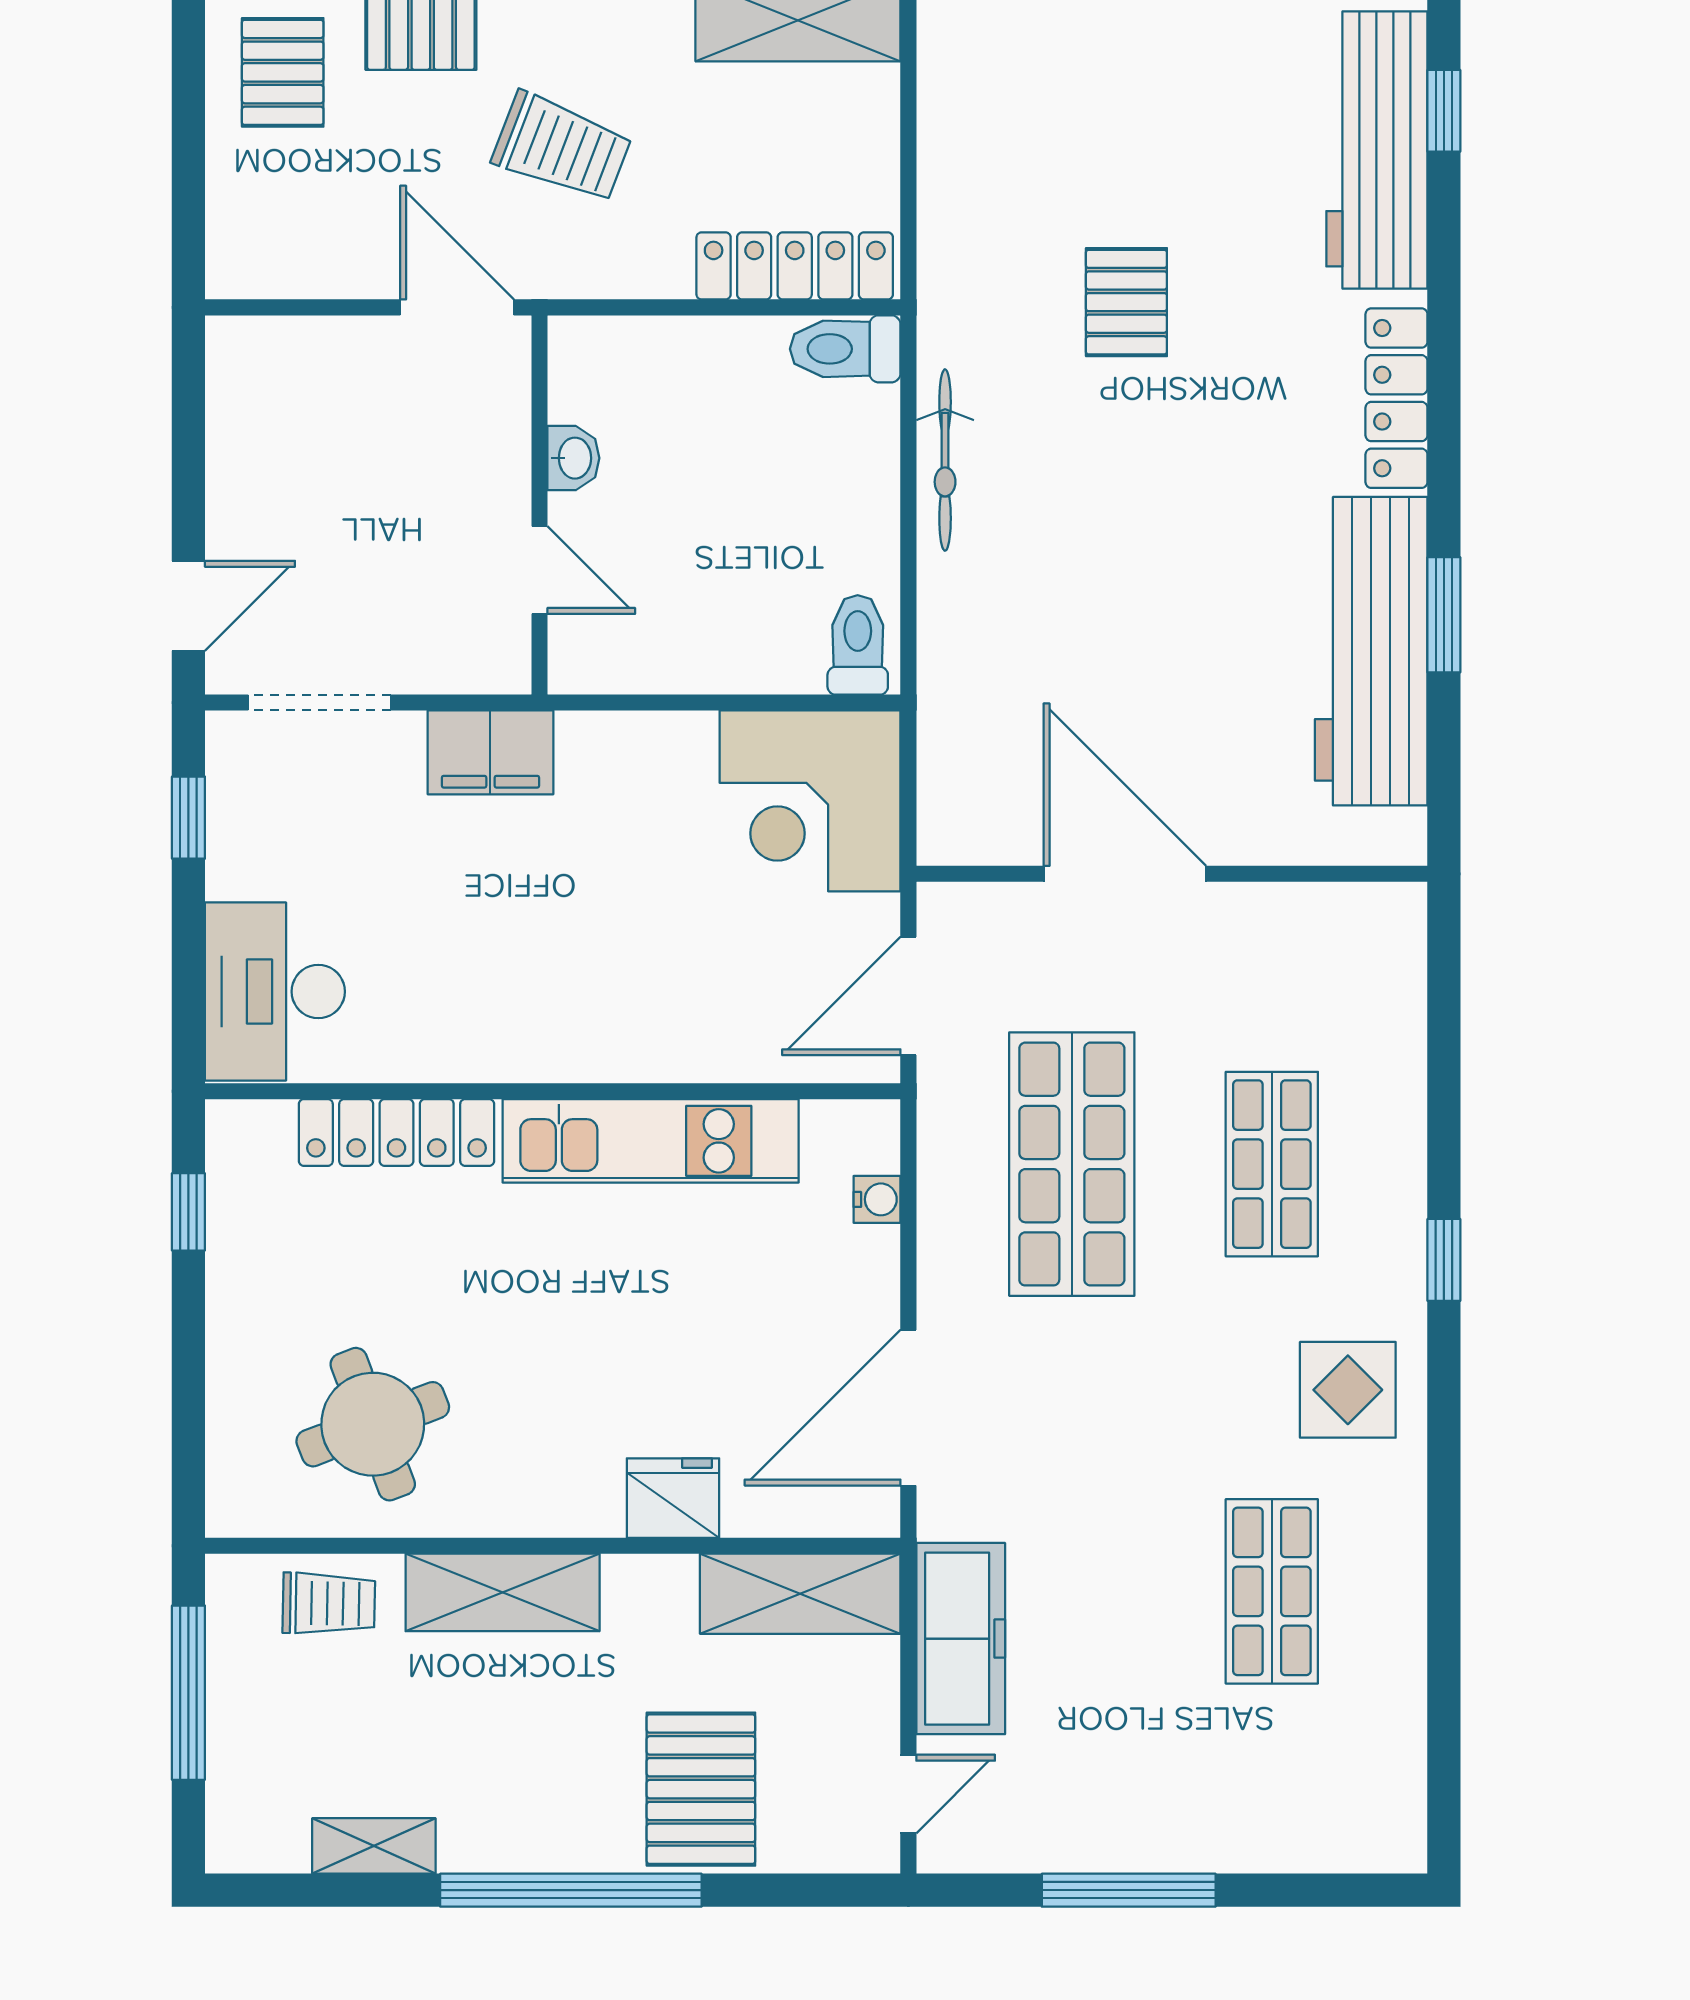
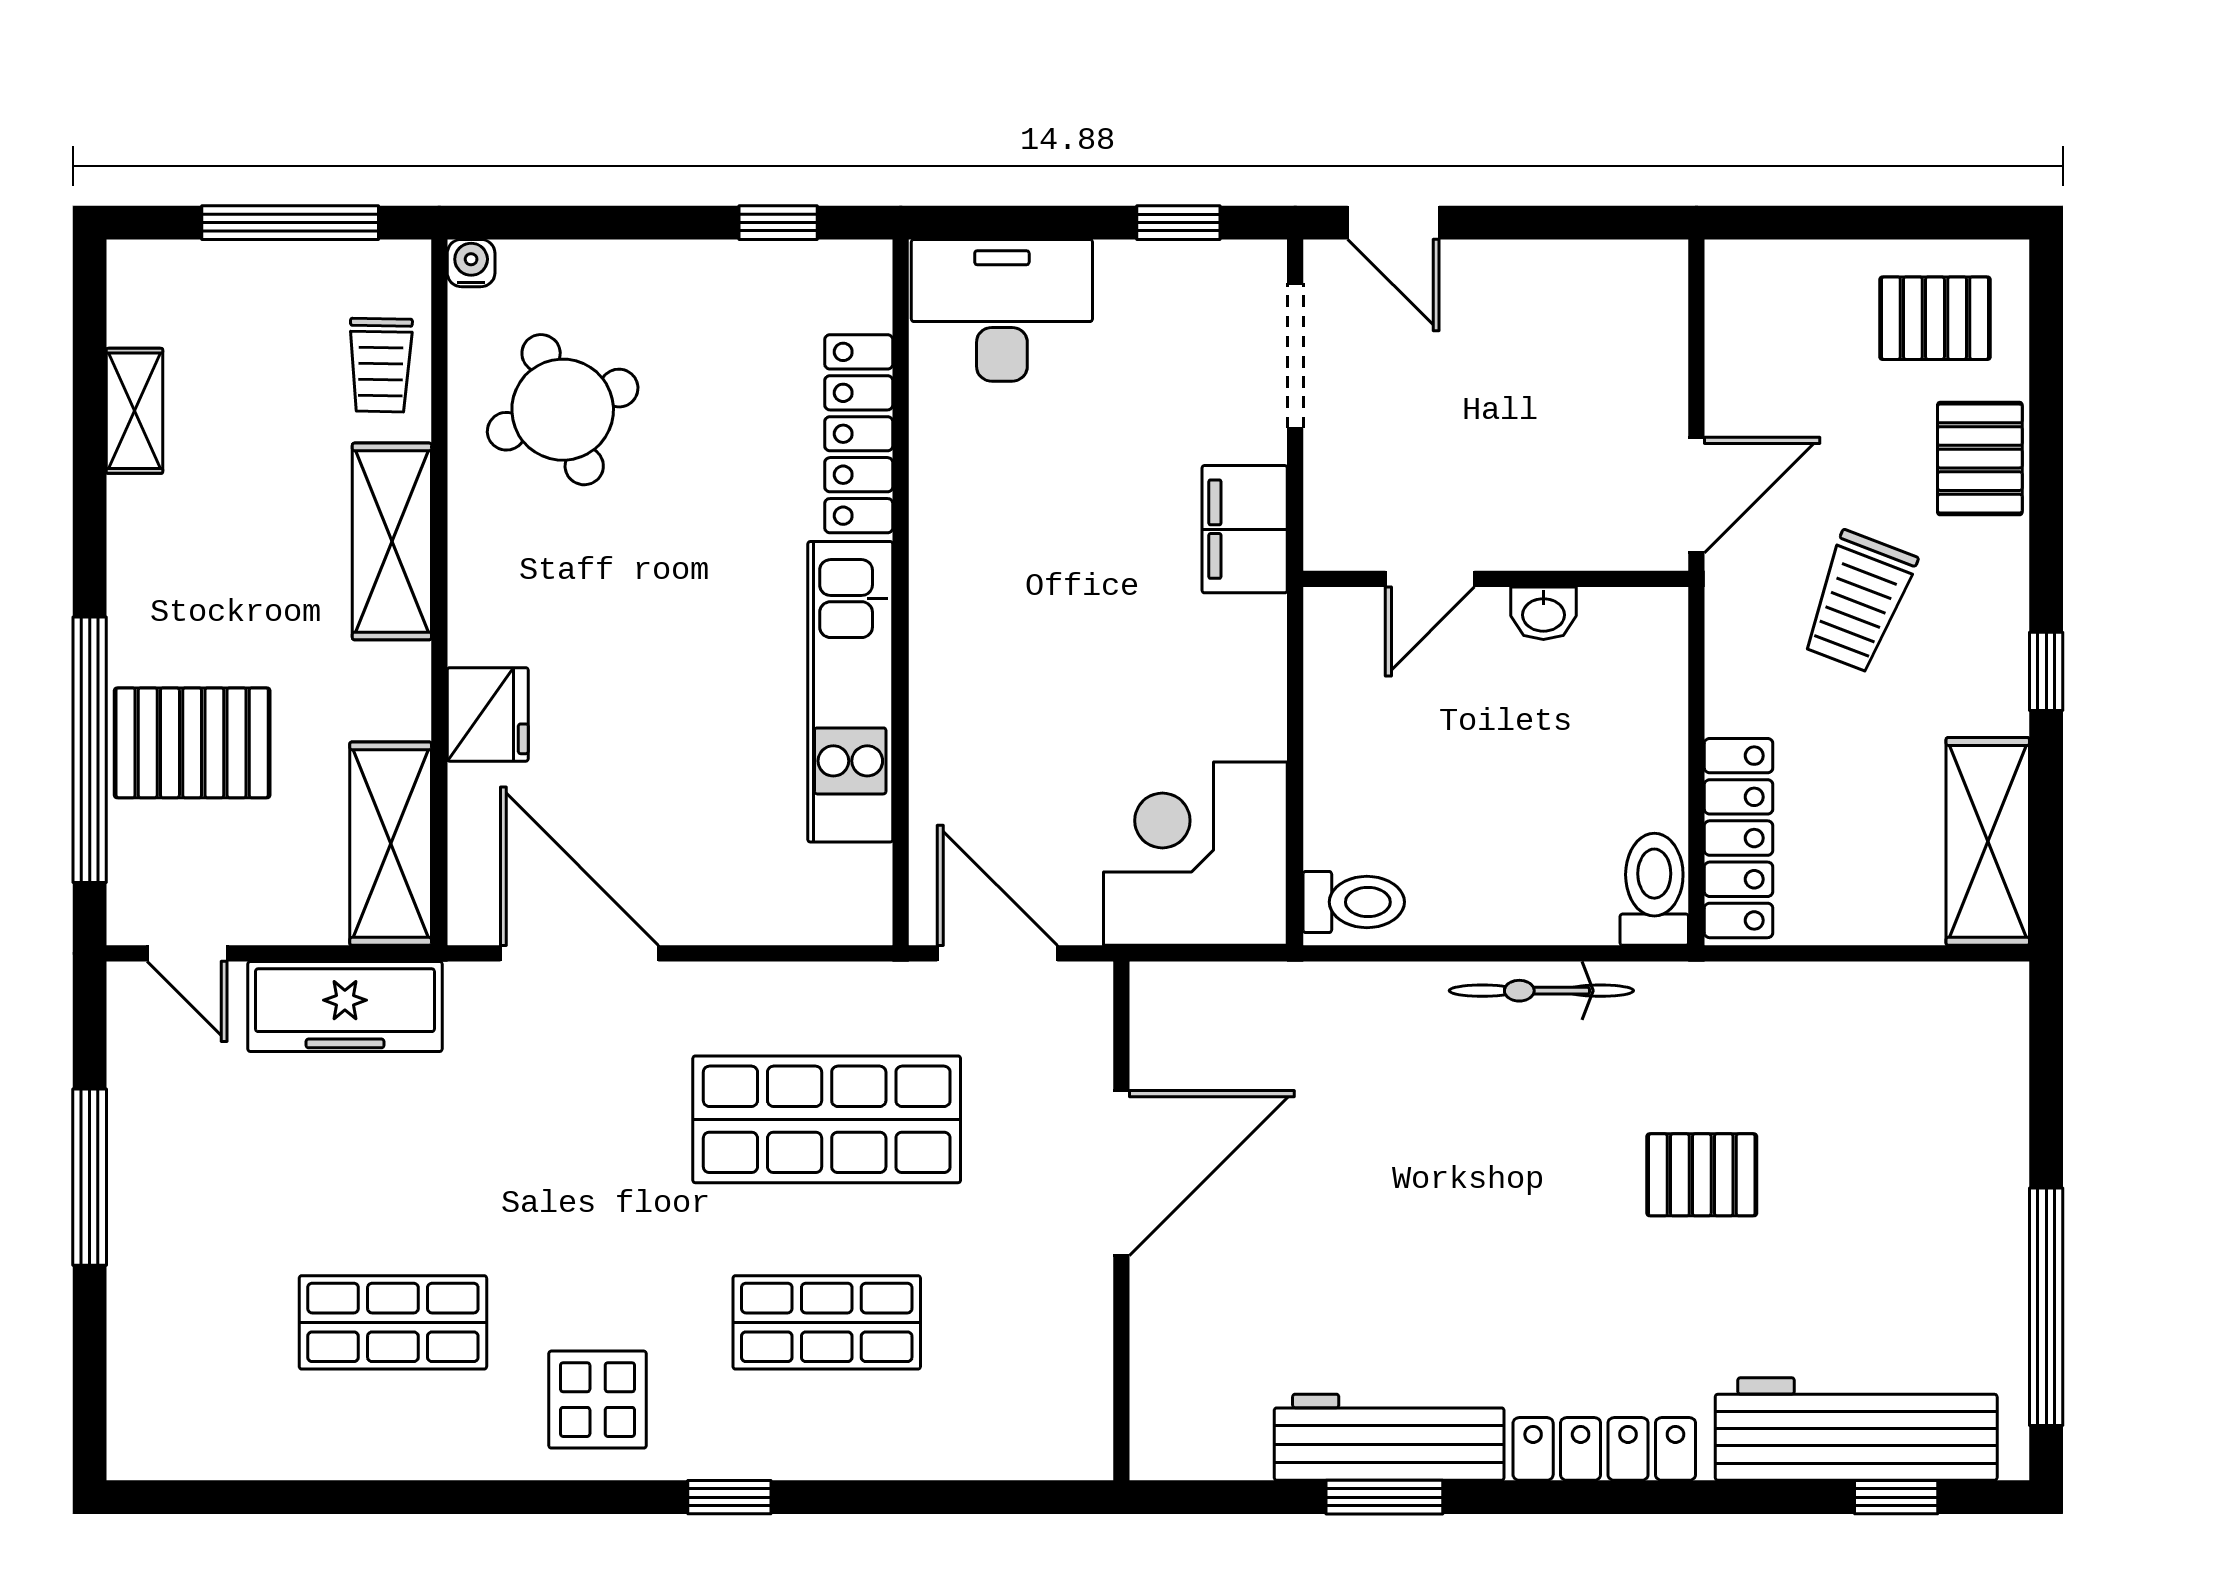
workbench: (1371, 651) -> (1389, 1437), width x0.73, depth x0.76
water cooler: (877, 1199) -> (471, 263), moved, turned 180
window: (571, 1890) -> (90, 750), moved

